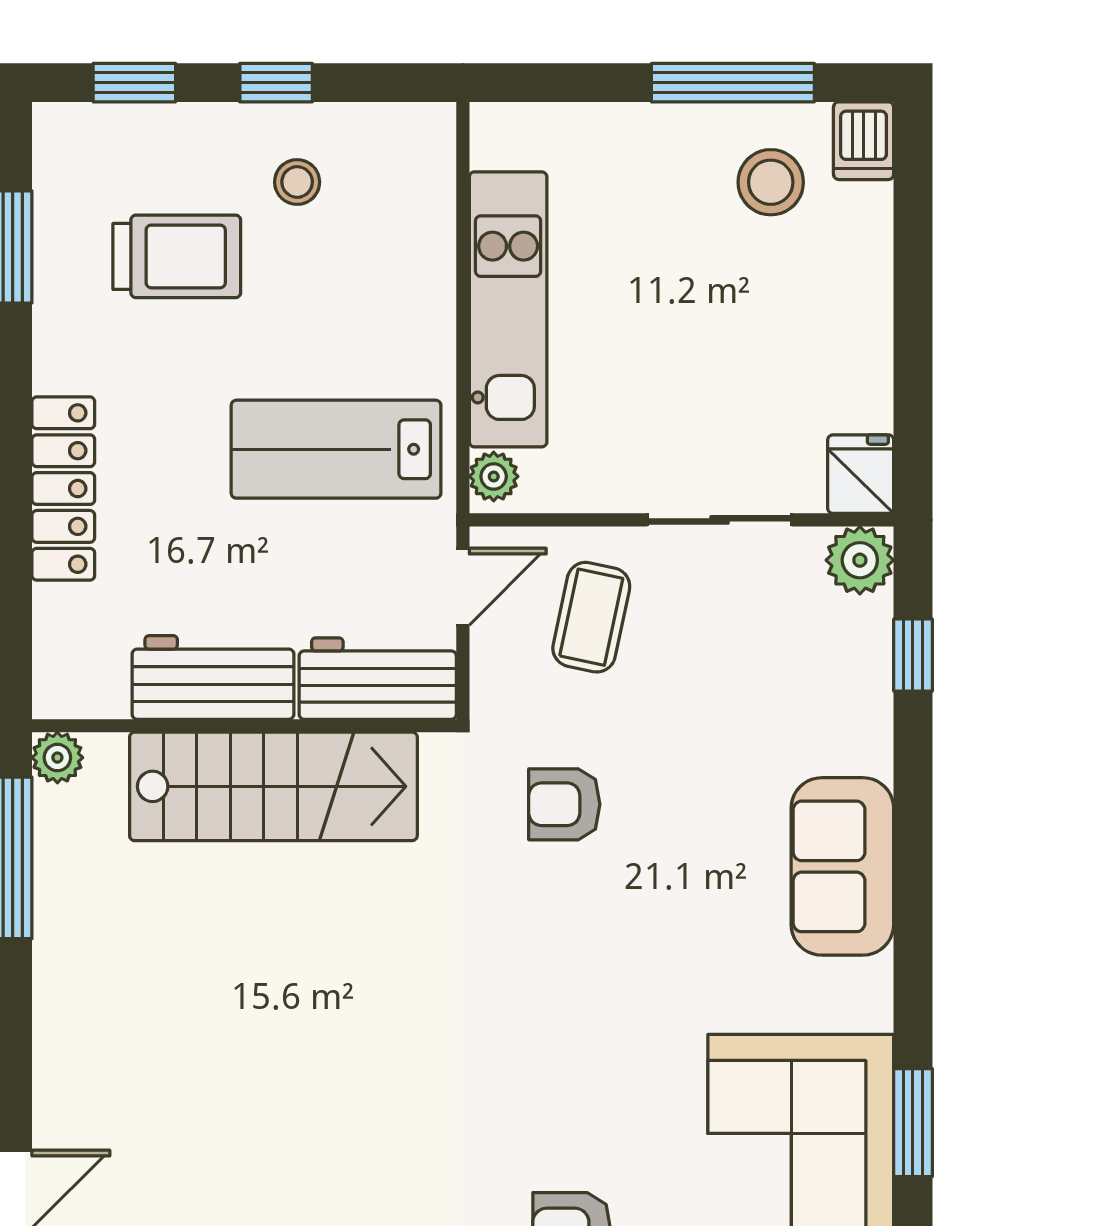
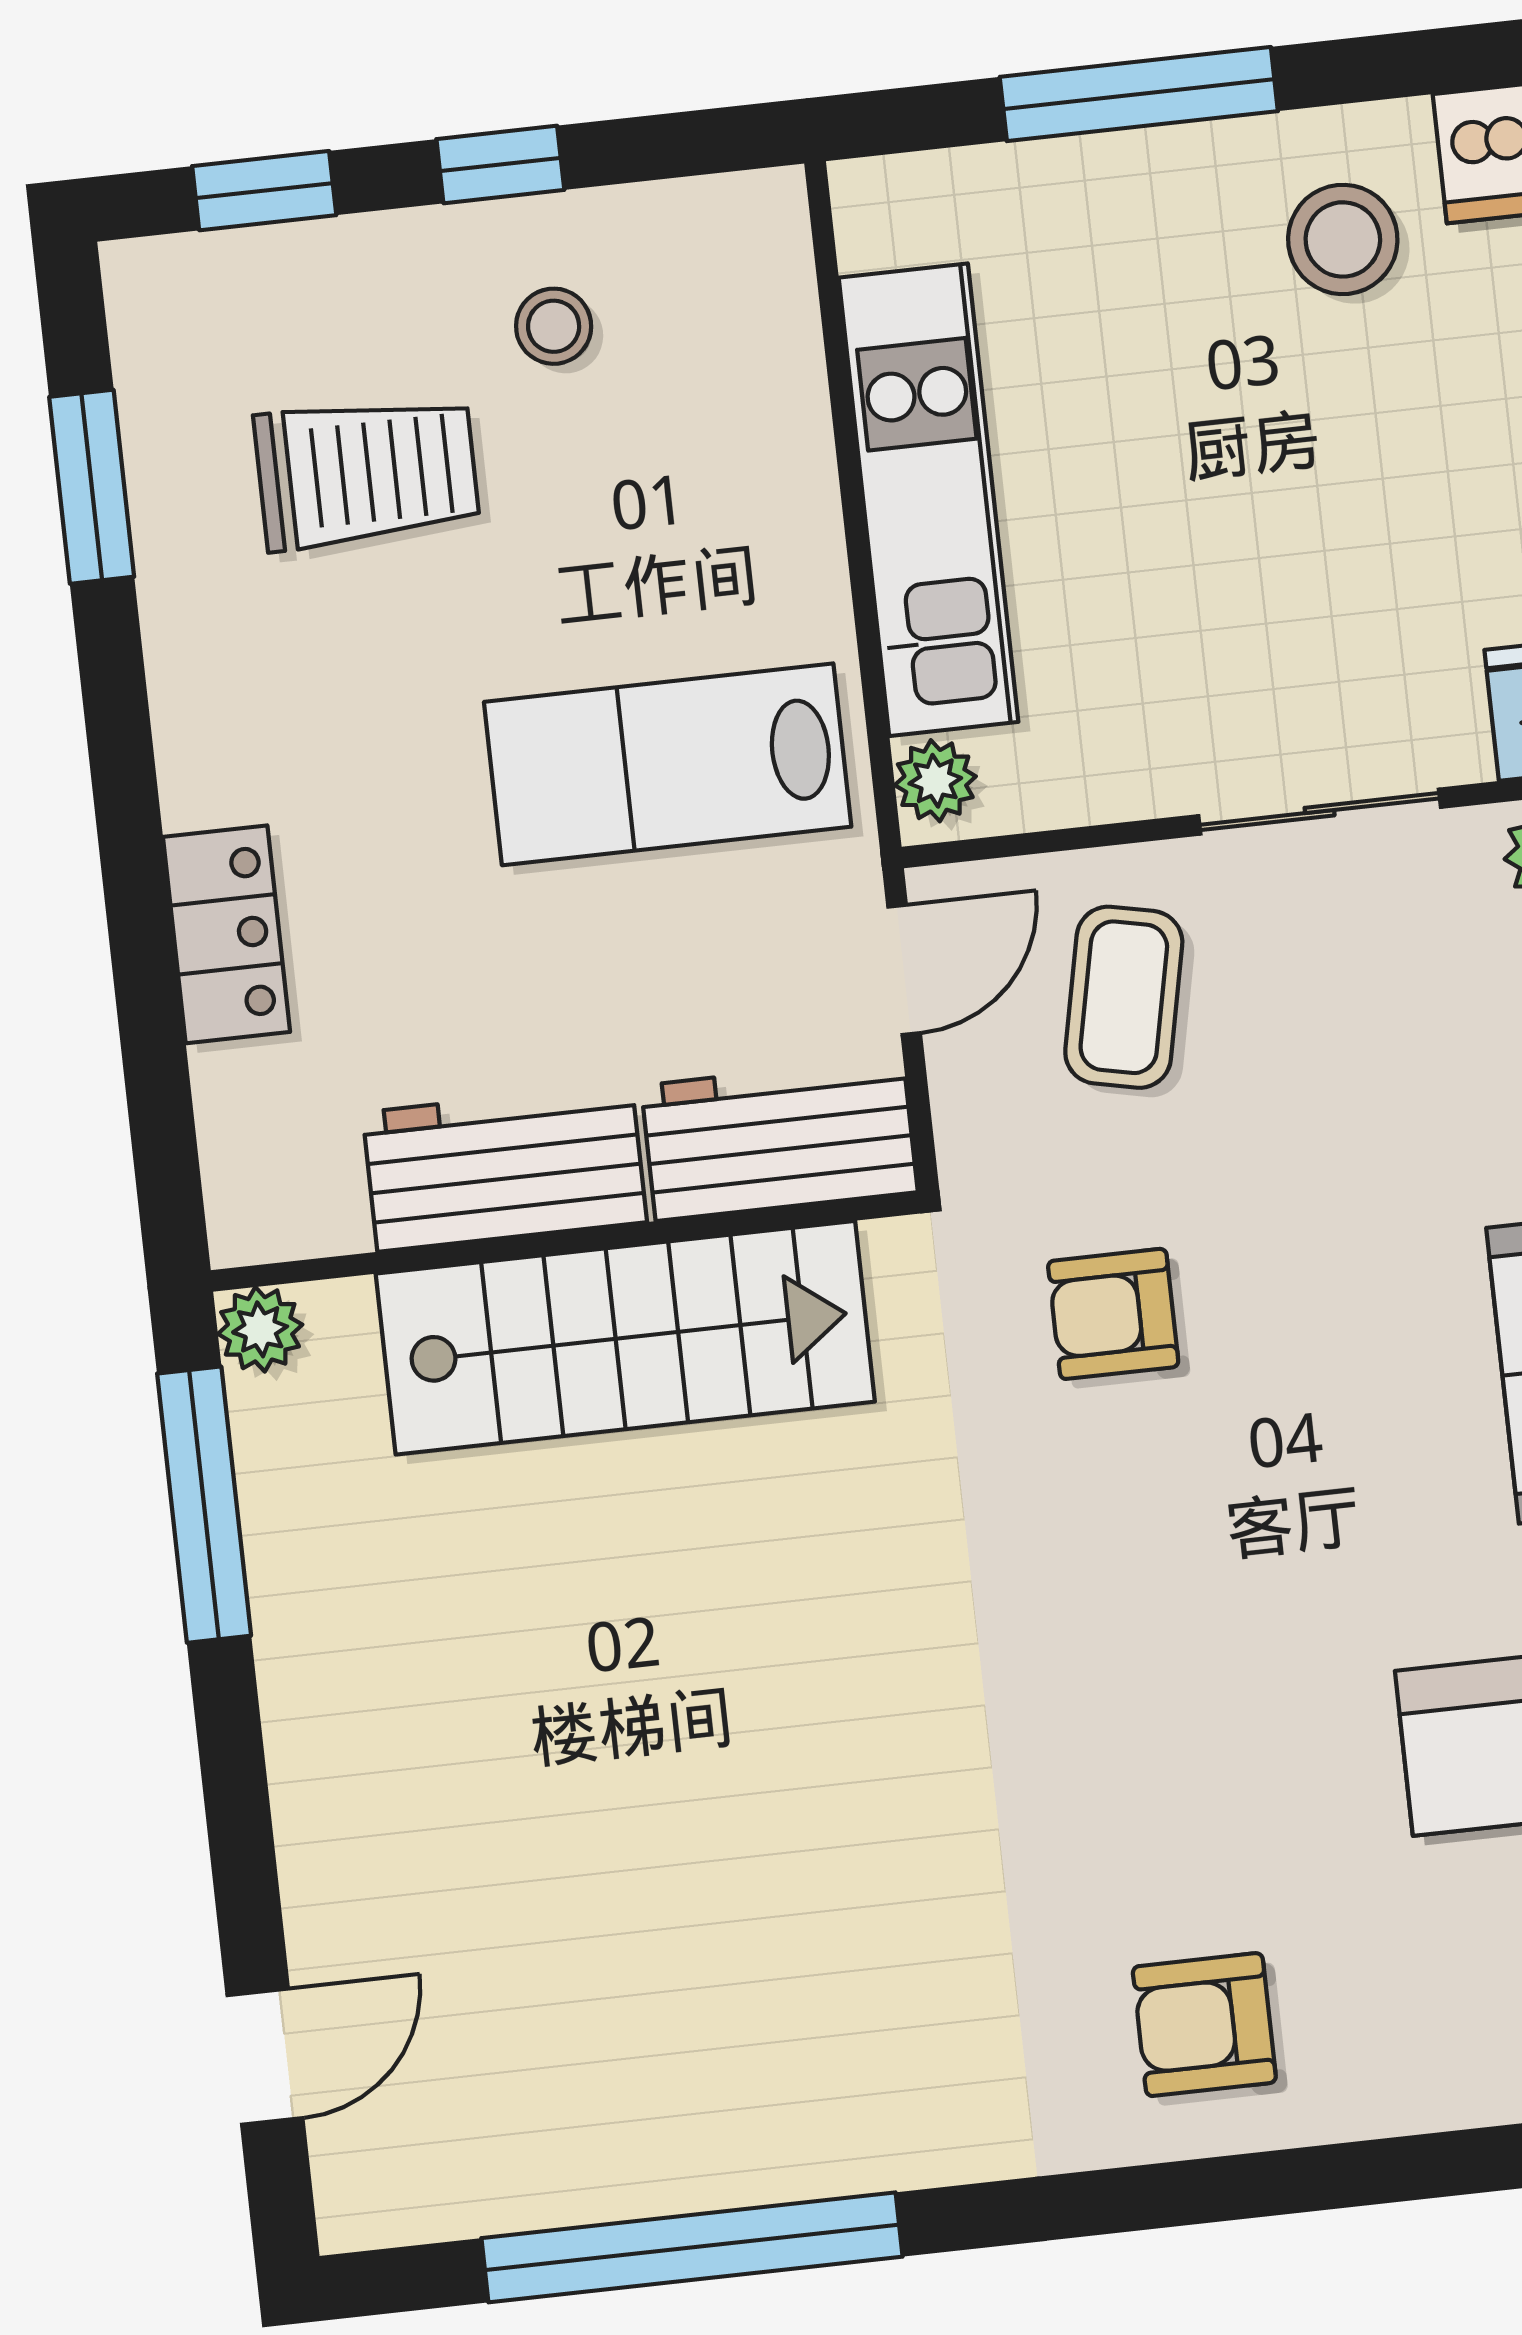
window: (733, 83) -> (1139, 94), moved
locker: (63, 489) -> (226, 934), width x0.66

